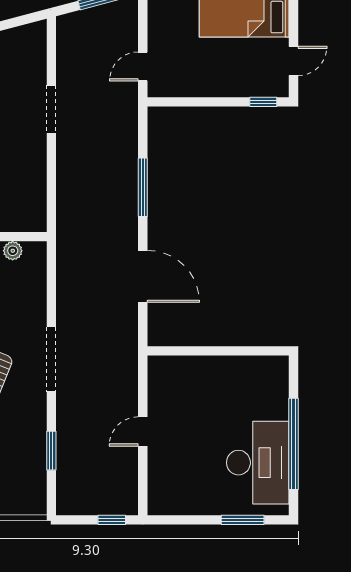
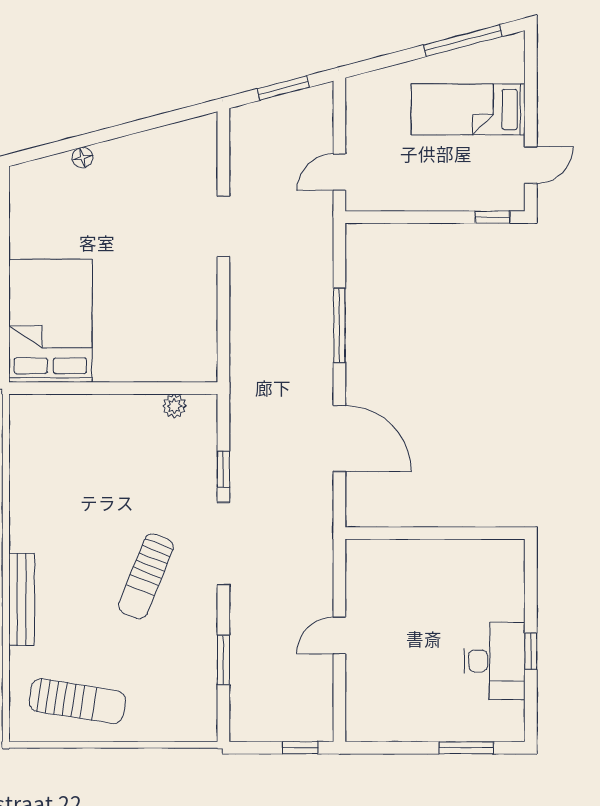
window: (51, 300) -> (223, 469), added
window: (293, 444) -> (531, 651), width x0.32
desk: (258, 463) -> (495, 661), width x0.73, depth x0.77

